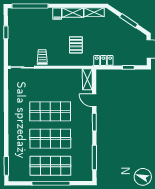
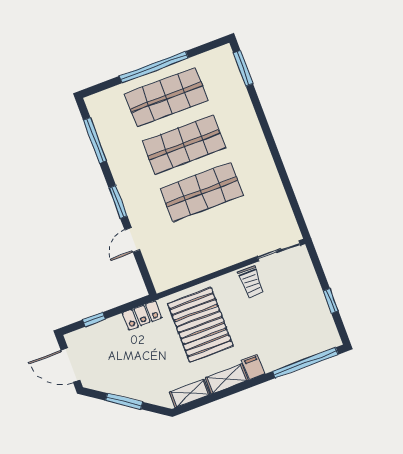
pallet: (76, 45) -> (200, 325), width x2.05, depth x2.00
shelving: (87, 79) -> (158, 272), removed
door: (94, 100) -> (132, 240), swing flipped

